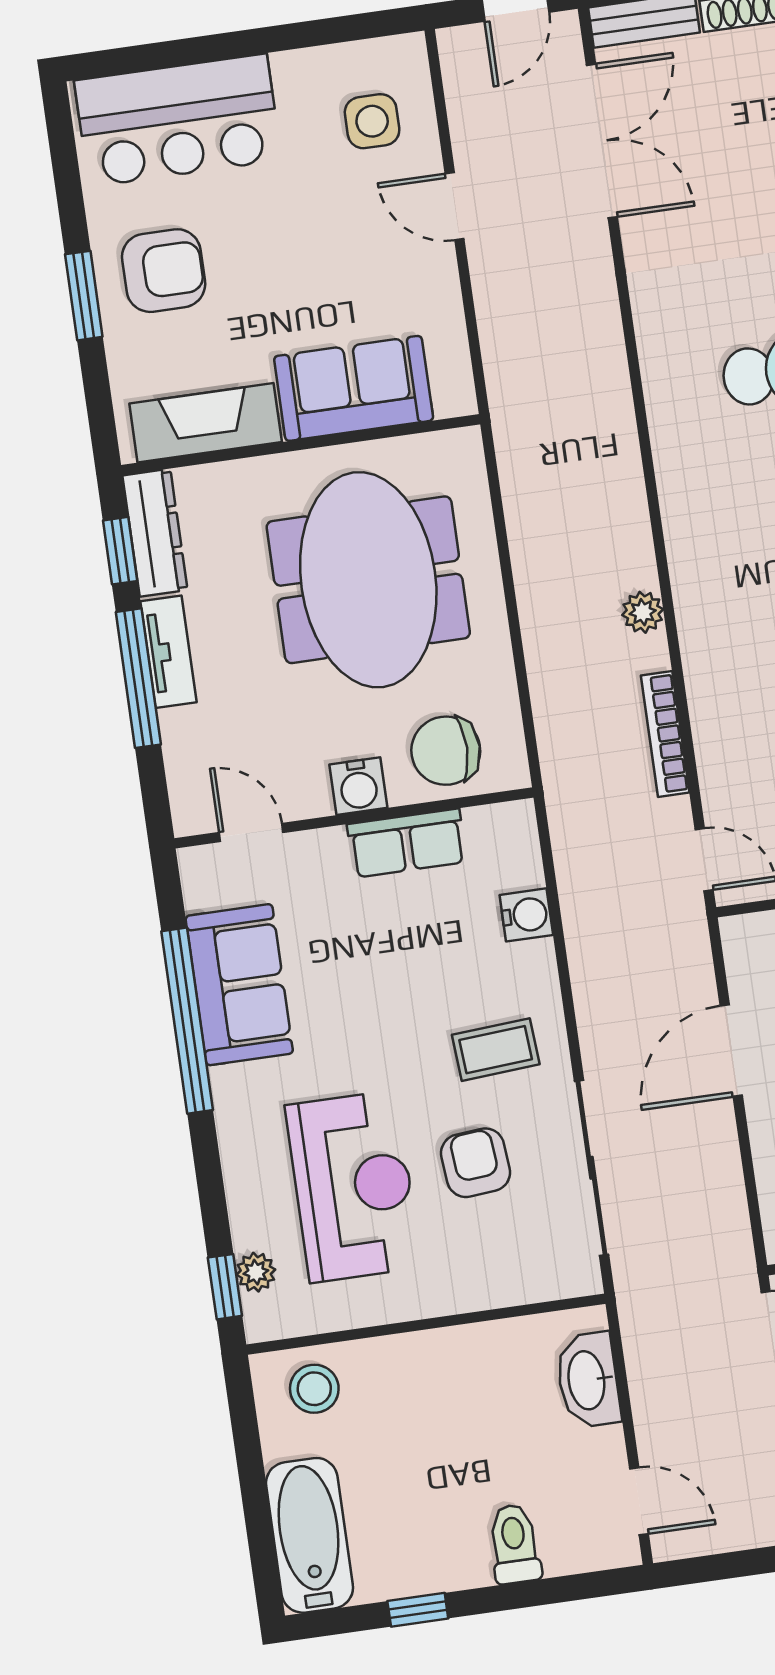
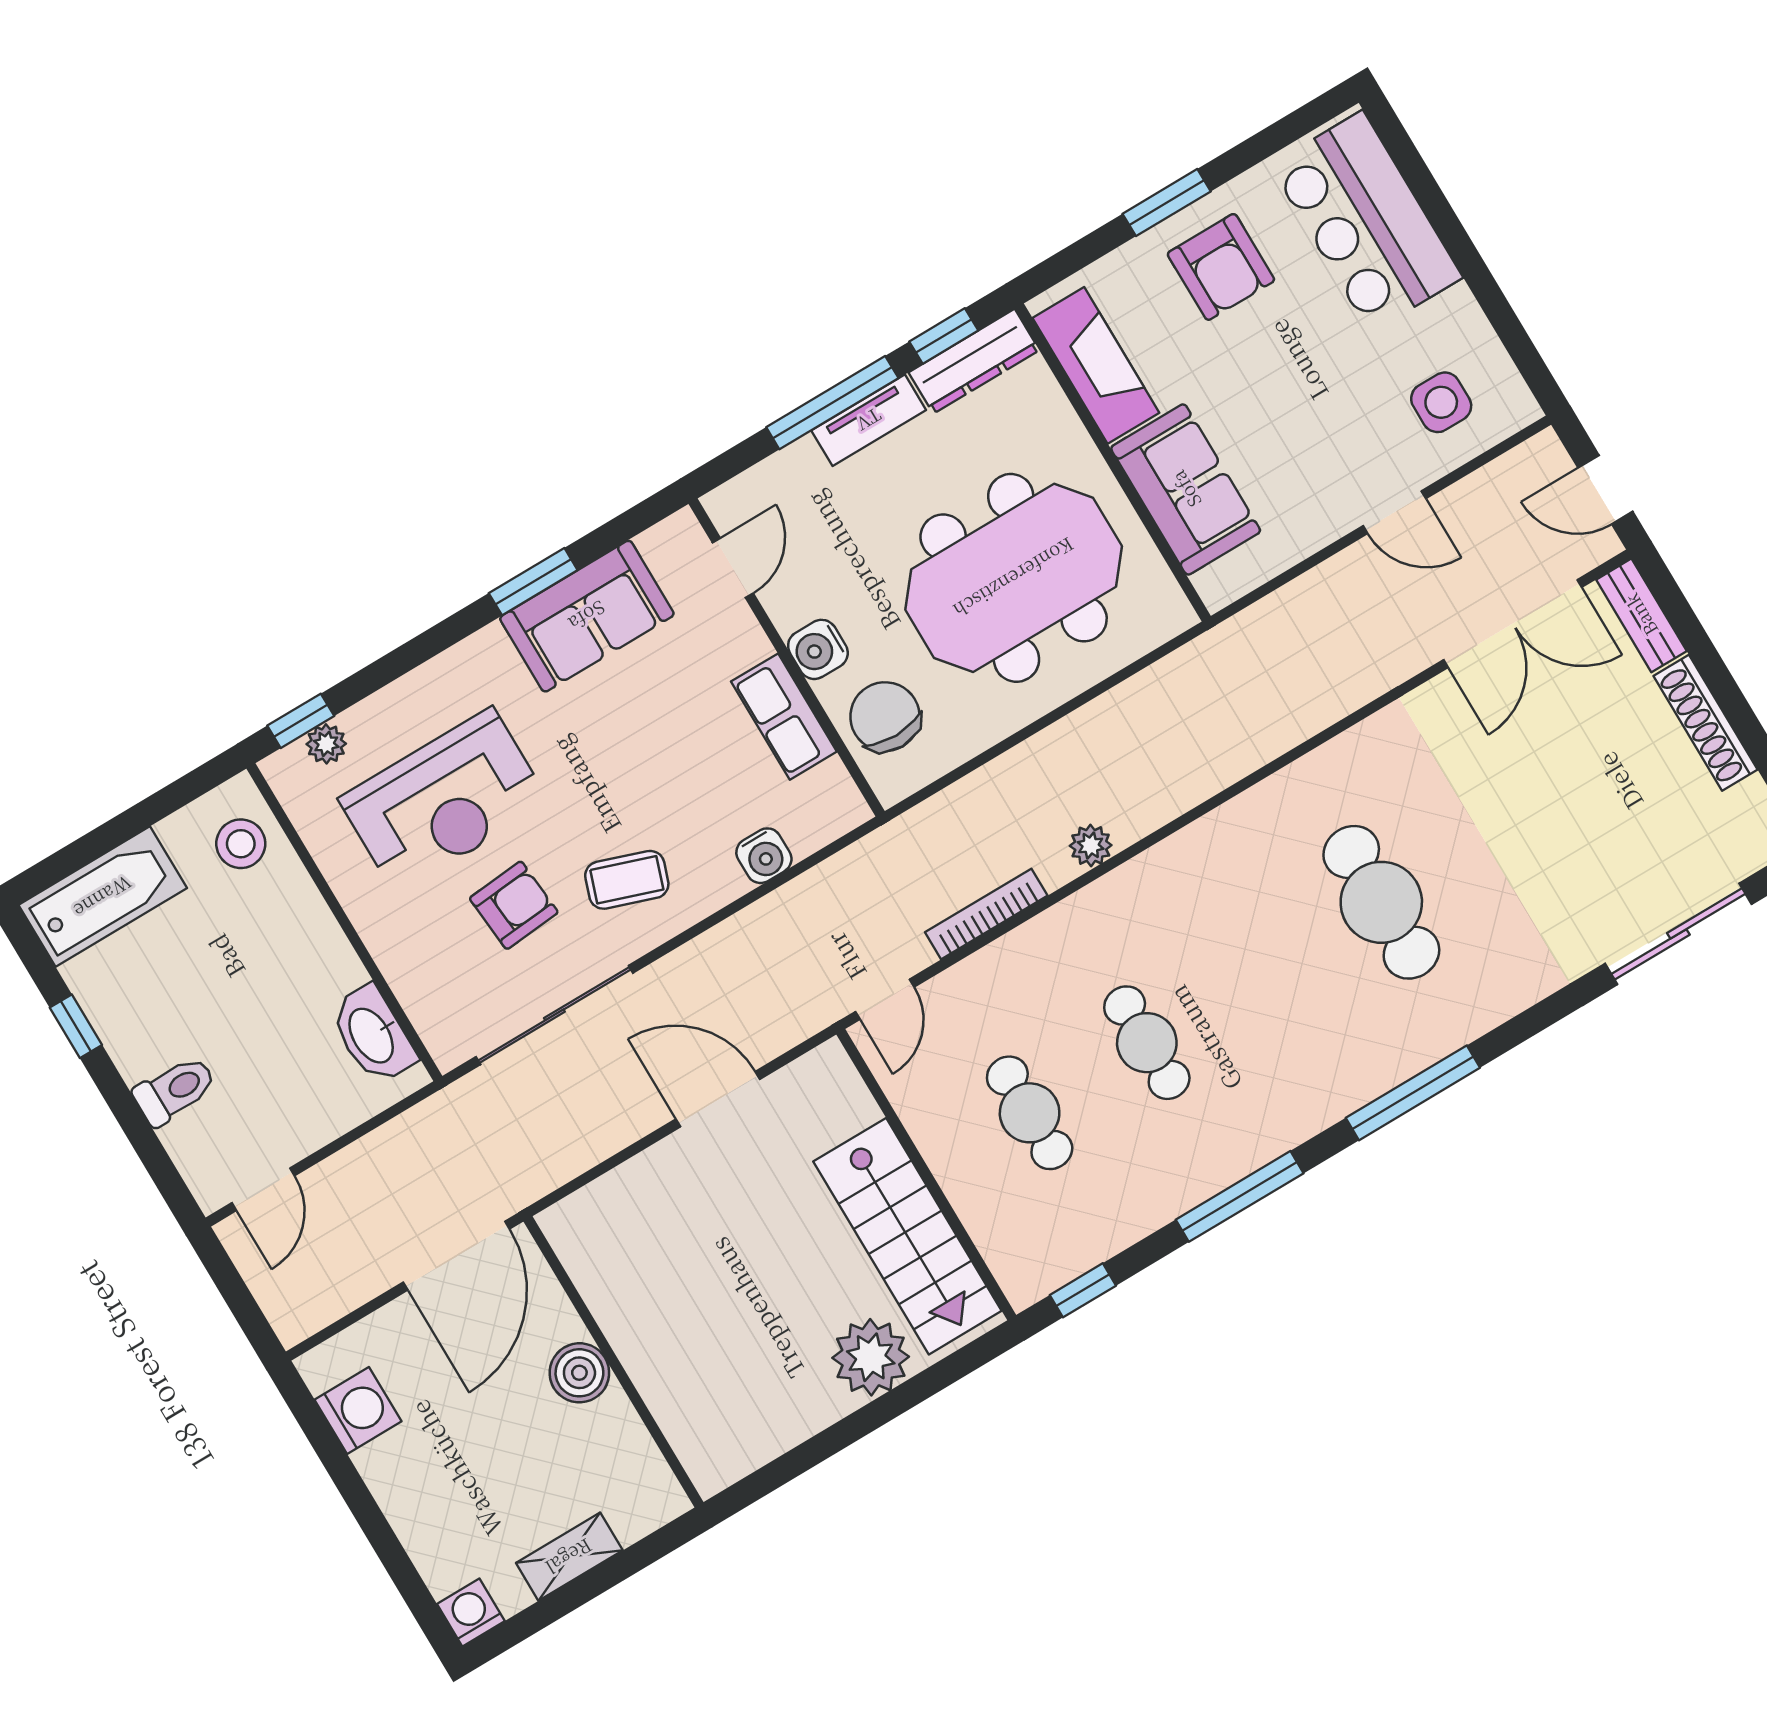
door: (455, 206) -> (1394, 512), swing flipped
window: (187, 1021) -> (533, 582), width x0.47
coffee table: (496, 1050) -> (627, 880), turned -67
washbasin: (588, 1380) -> (373, 1035), moved, turned -90

